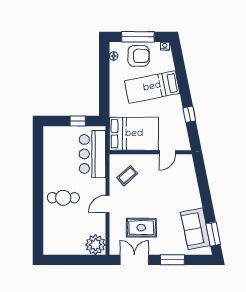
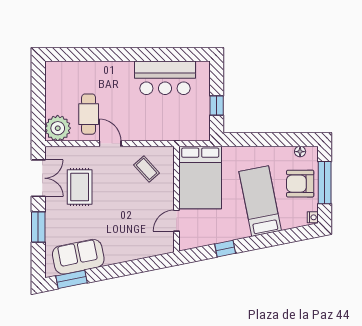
armchair: (139, 56) -> (300, 184), turned 90
door: (167, 152) -> (177, 221), hinge flipped
bar counter: (92, 154) -> (165, 78), moved, turned 180
cafe table: (63, 198) -> (89, 114), moved

